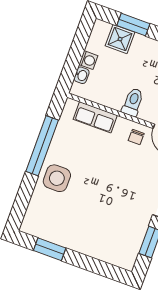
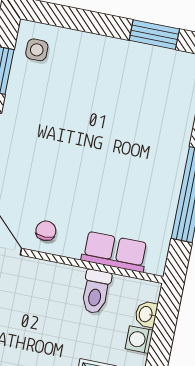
toilet: (133, 102) -> (96, 292), moved
side table: (57, 178) -> (37, 50), moved, width x0.54, depth x0.54

